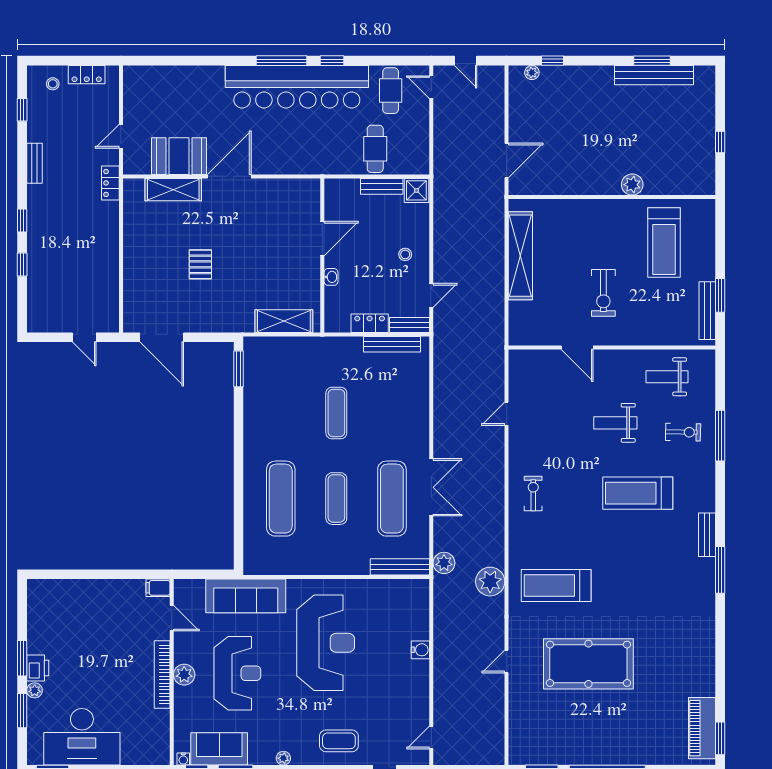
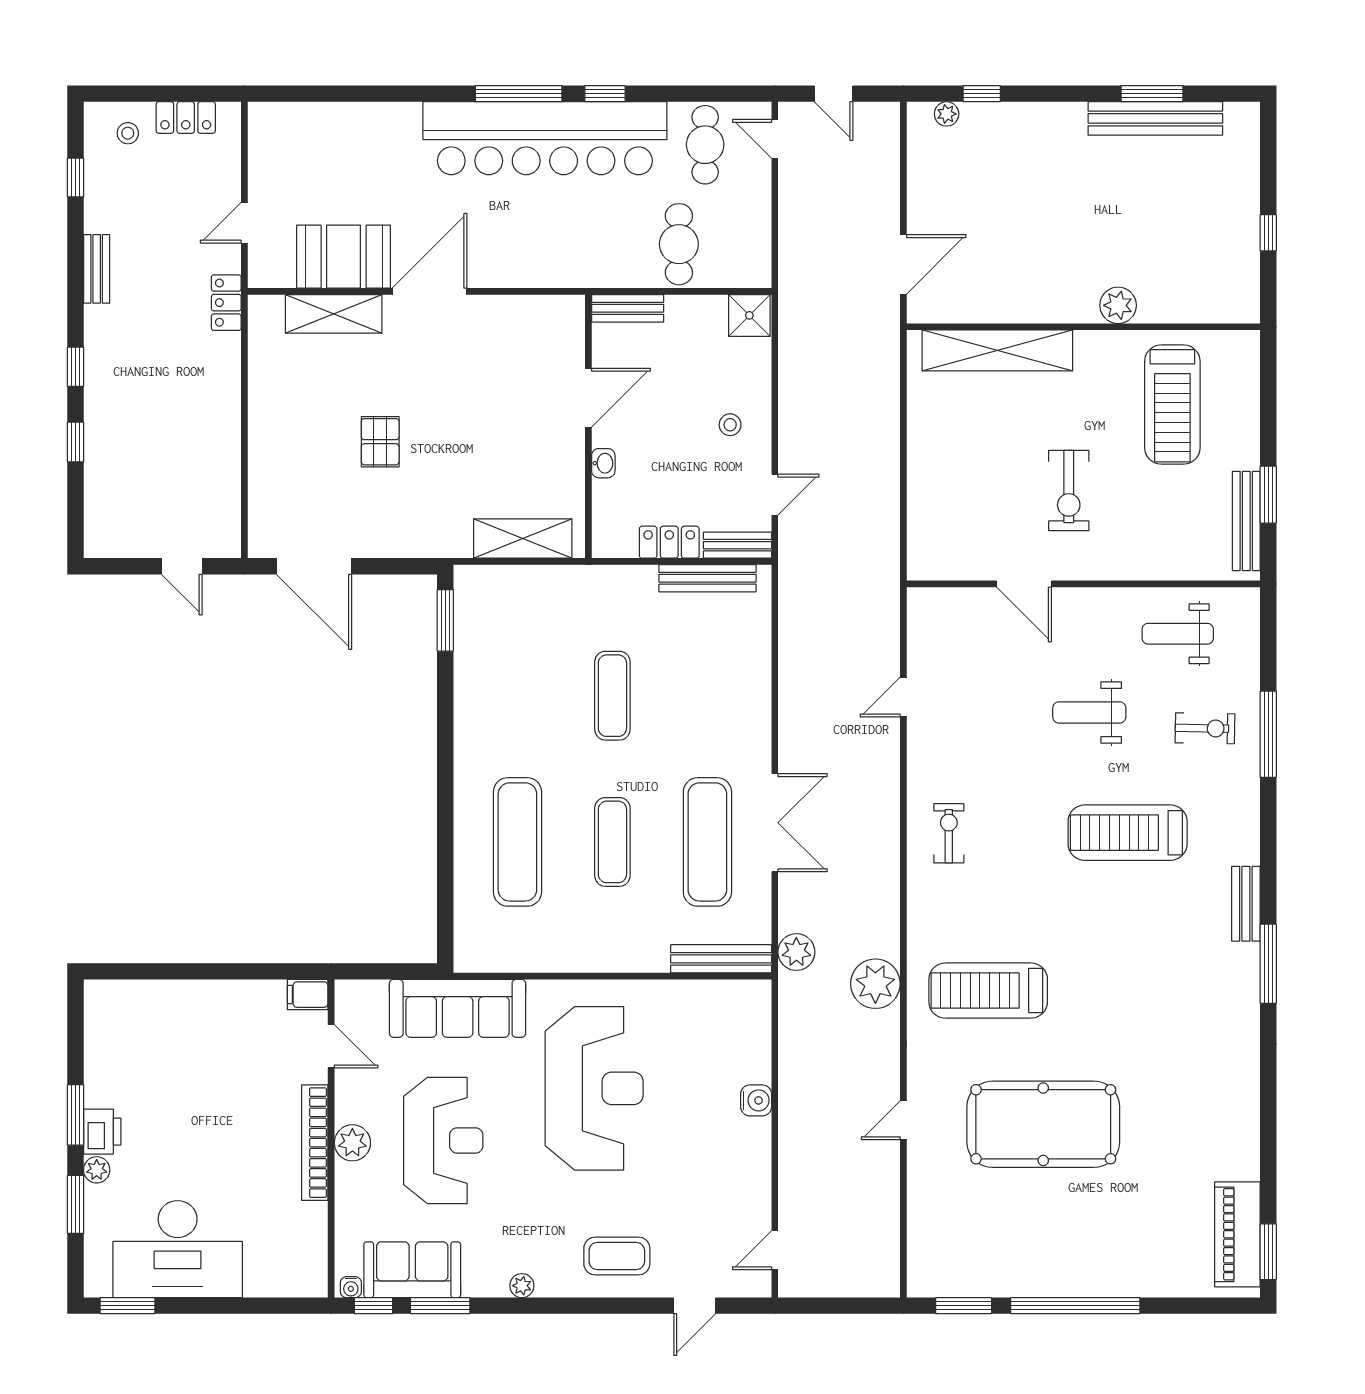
bench: (382, 186) -> (628, 308), moved
shelving: (520, 256) -> (997, 350), moved, turned 90

